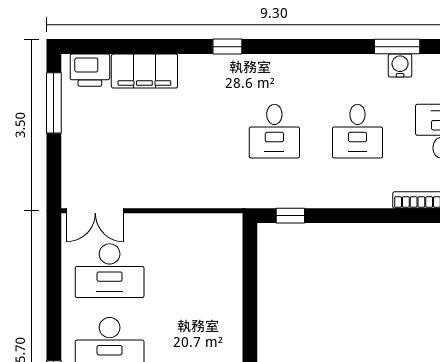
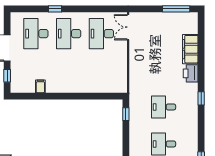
window: (227, 47) -> (201, 98), moved
printer: (90, 70) -> (191, 73), moved

